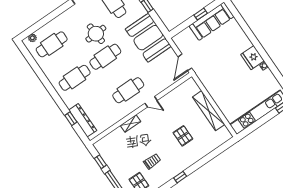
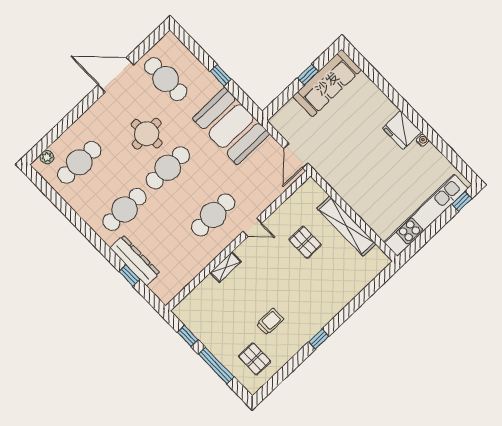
dresser: (83, 120) -> (135, 260), moved
pallet: (183, 136) -> (305, 242), moved

